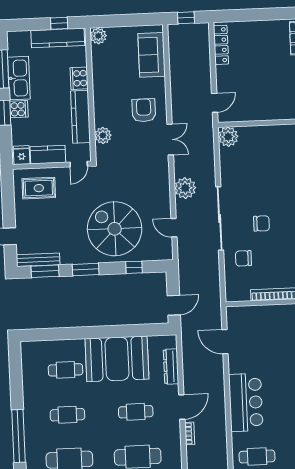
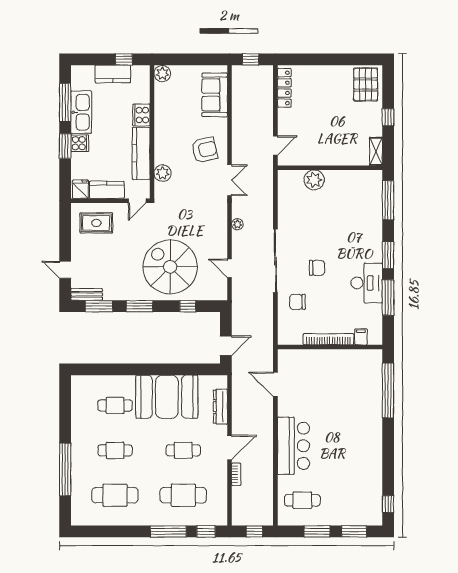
kitchen counter: (58, 38) -> (113, 74), width x0.67
armchair: (144, 110) -> (204, 150), turned 77
plant: (228, 137) -> (314, 180), moved
plant: (185, 188) -> (237, 224), width x0.53, depth x0.53
bench: (38, 260) -> (87, 294), width x0.73

